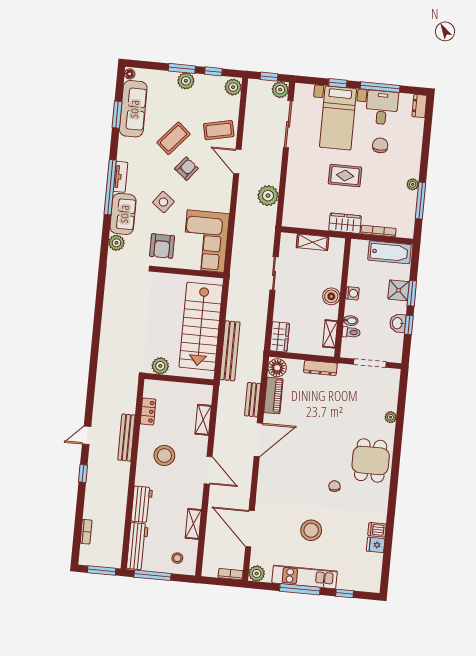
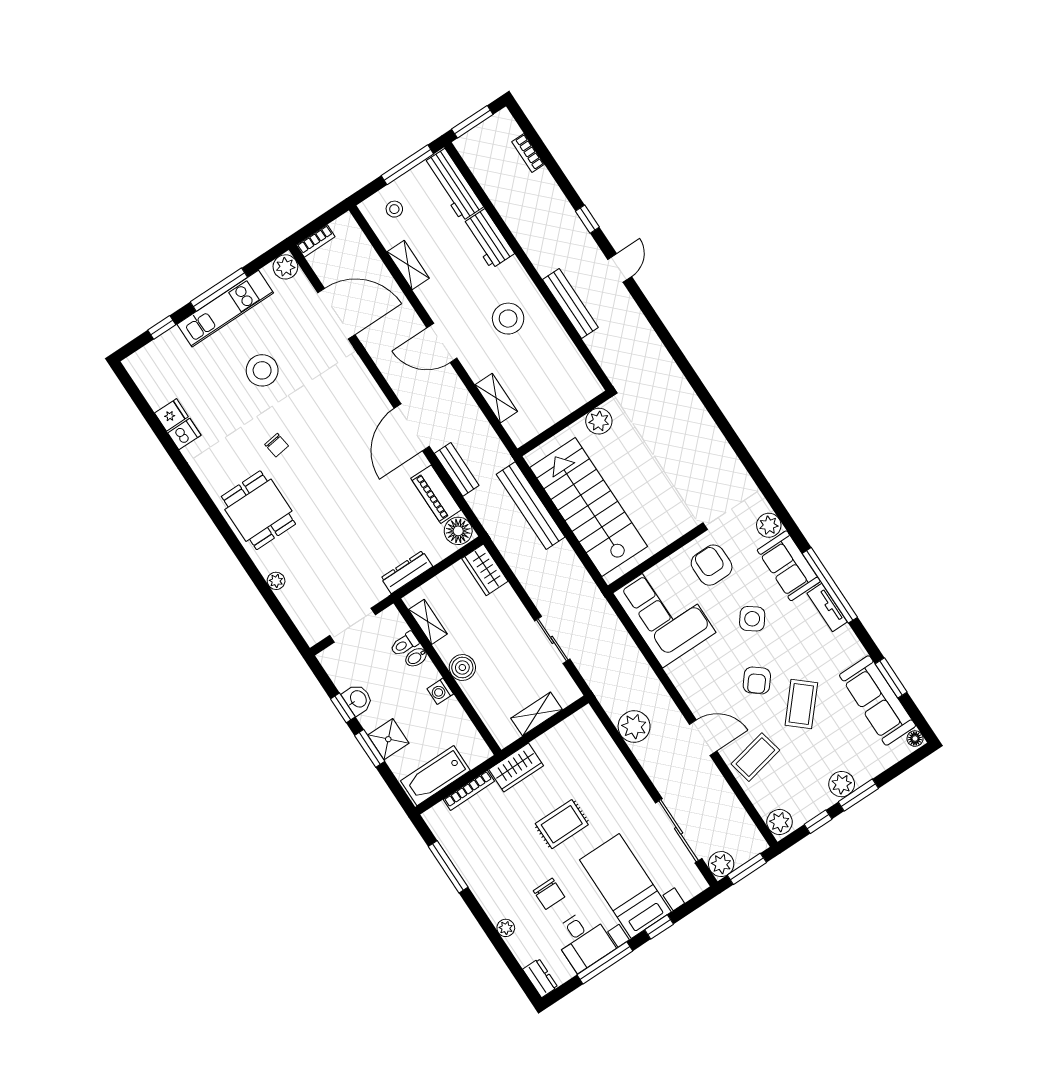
window: (269, 77) -> (747, 869), width x1.50
plant: (413, 184) -> (506, 928), moved
locker: (148, 411) -> (570, 355), removed

